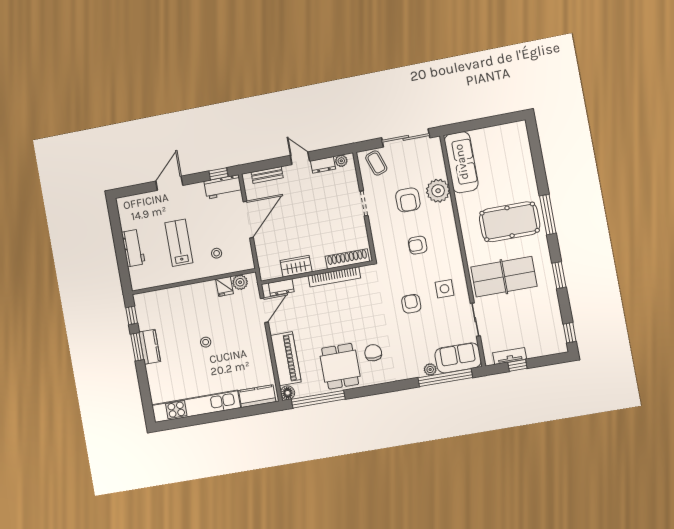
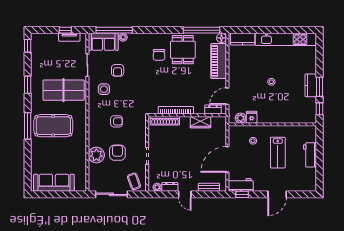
sofa: (461, 162) -> (54, 183), moved, turned 90
armchair: (411, 304) -> (118, 70), moved

